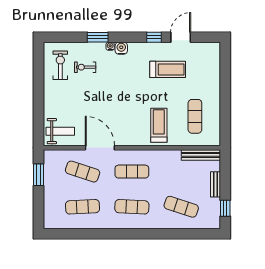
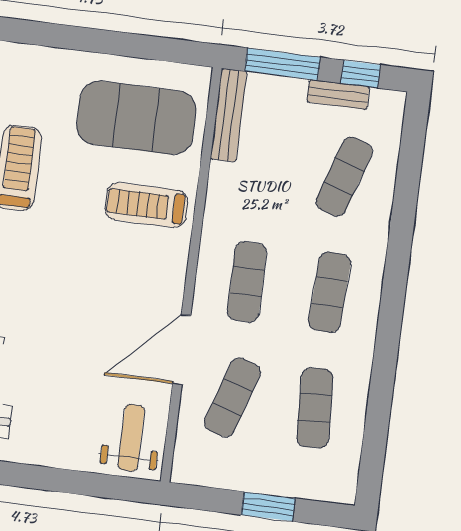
exercise mat: (195, 116) -> (136, 118), width x2.00, depth x1.45
window: (39, 175) -> (268, 507), moved
window: (225, 175) -> (282, 64), added
bench: (215, 184) -> (338, 94), moved

